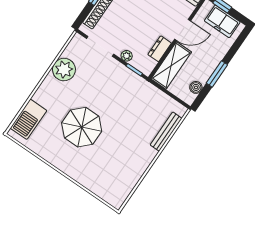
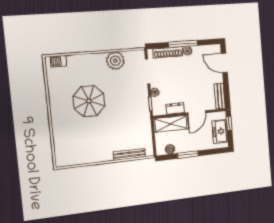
door: (183, 30) -> (197, 113), hinge flipped
barbecue: (28, 119) -> (58, 61), width x0.53, depth x0.65

